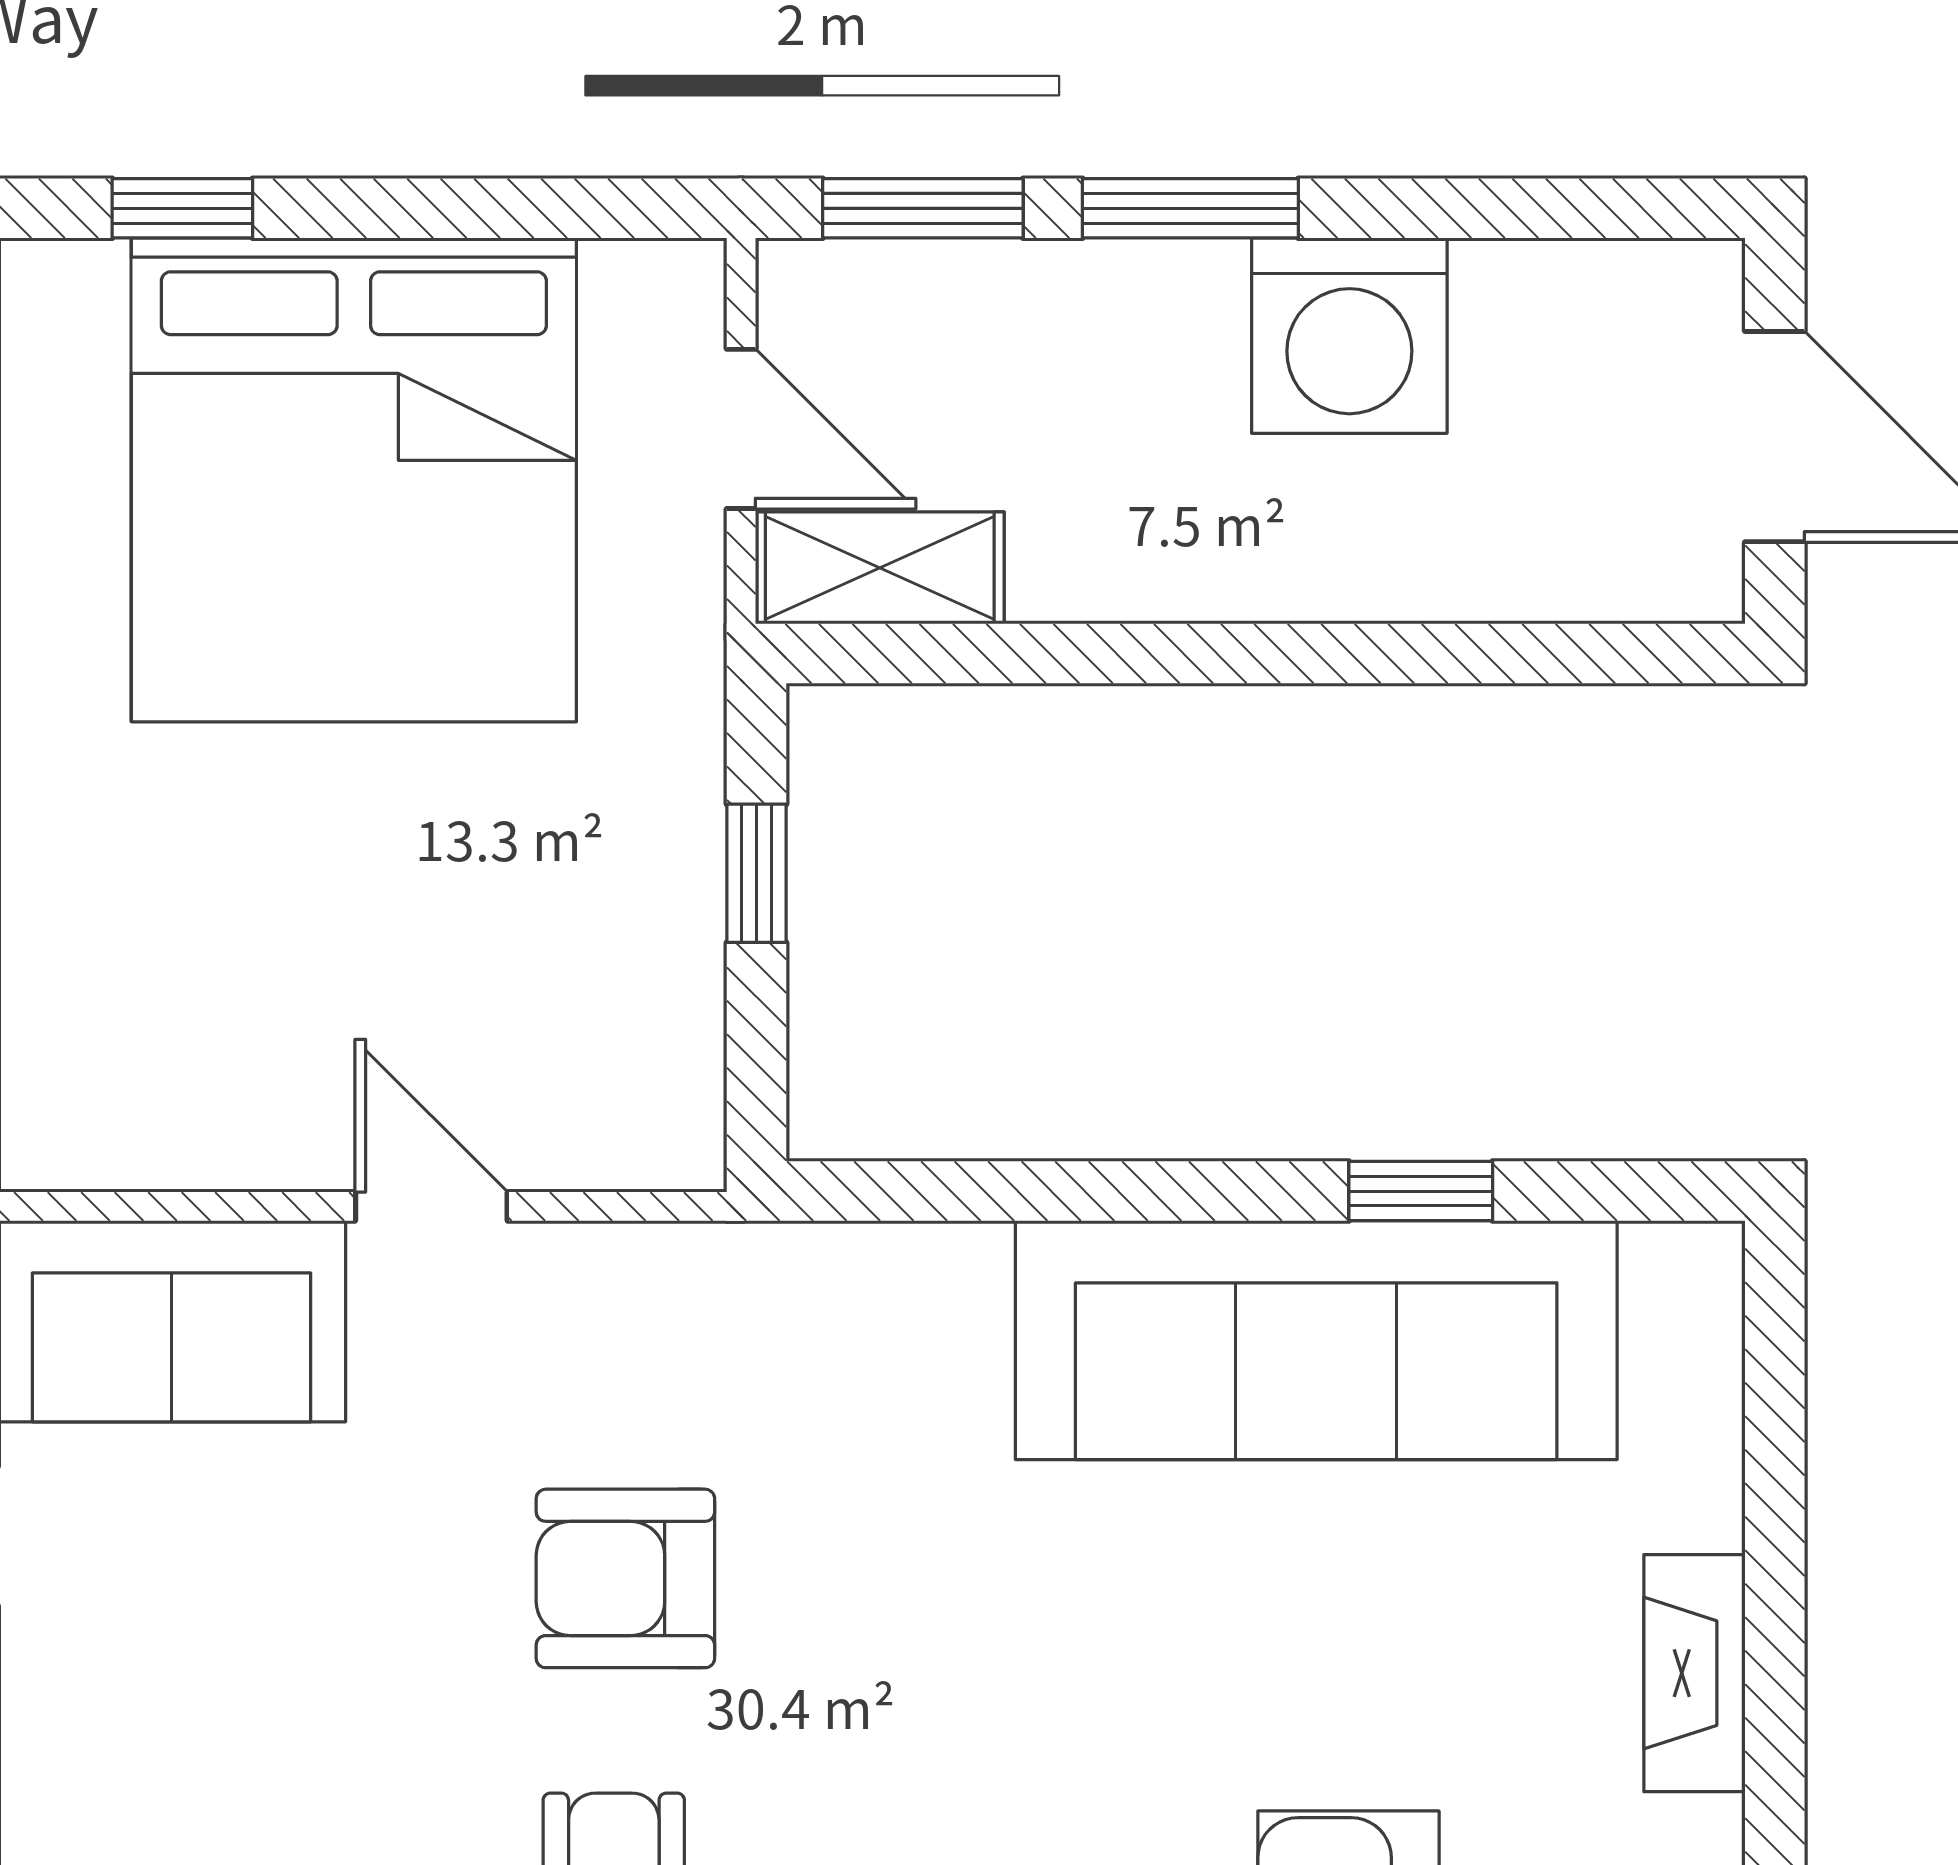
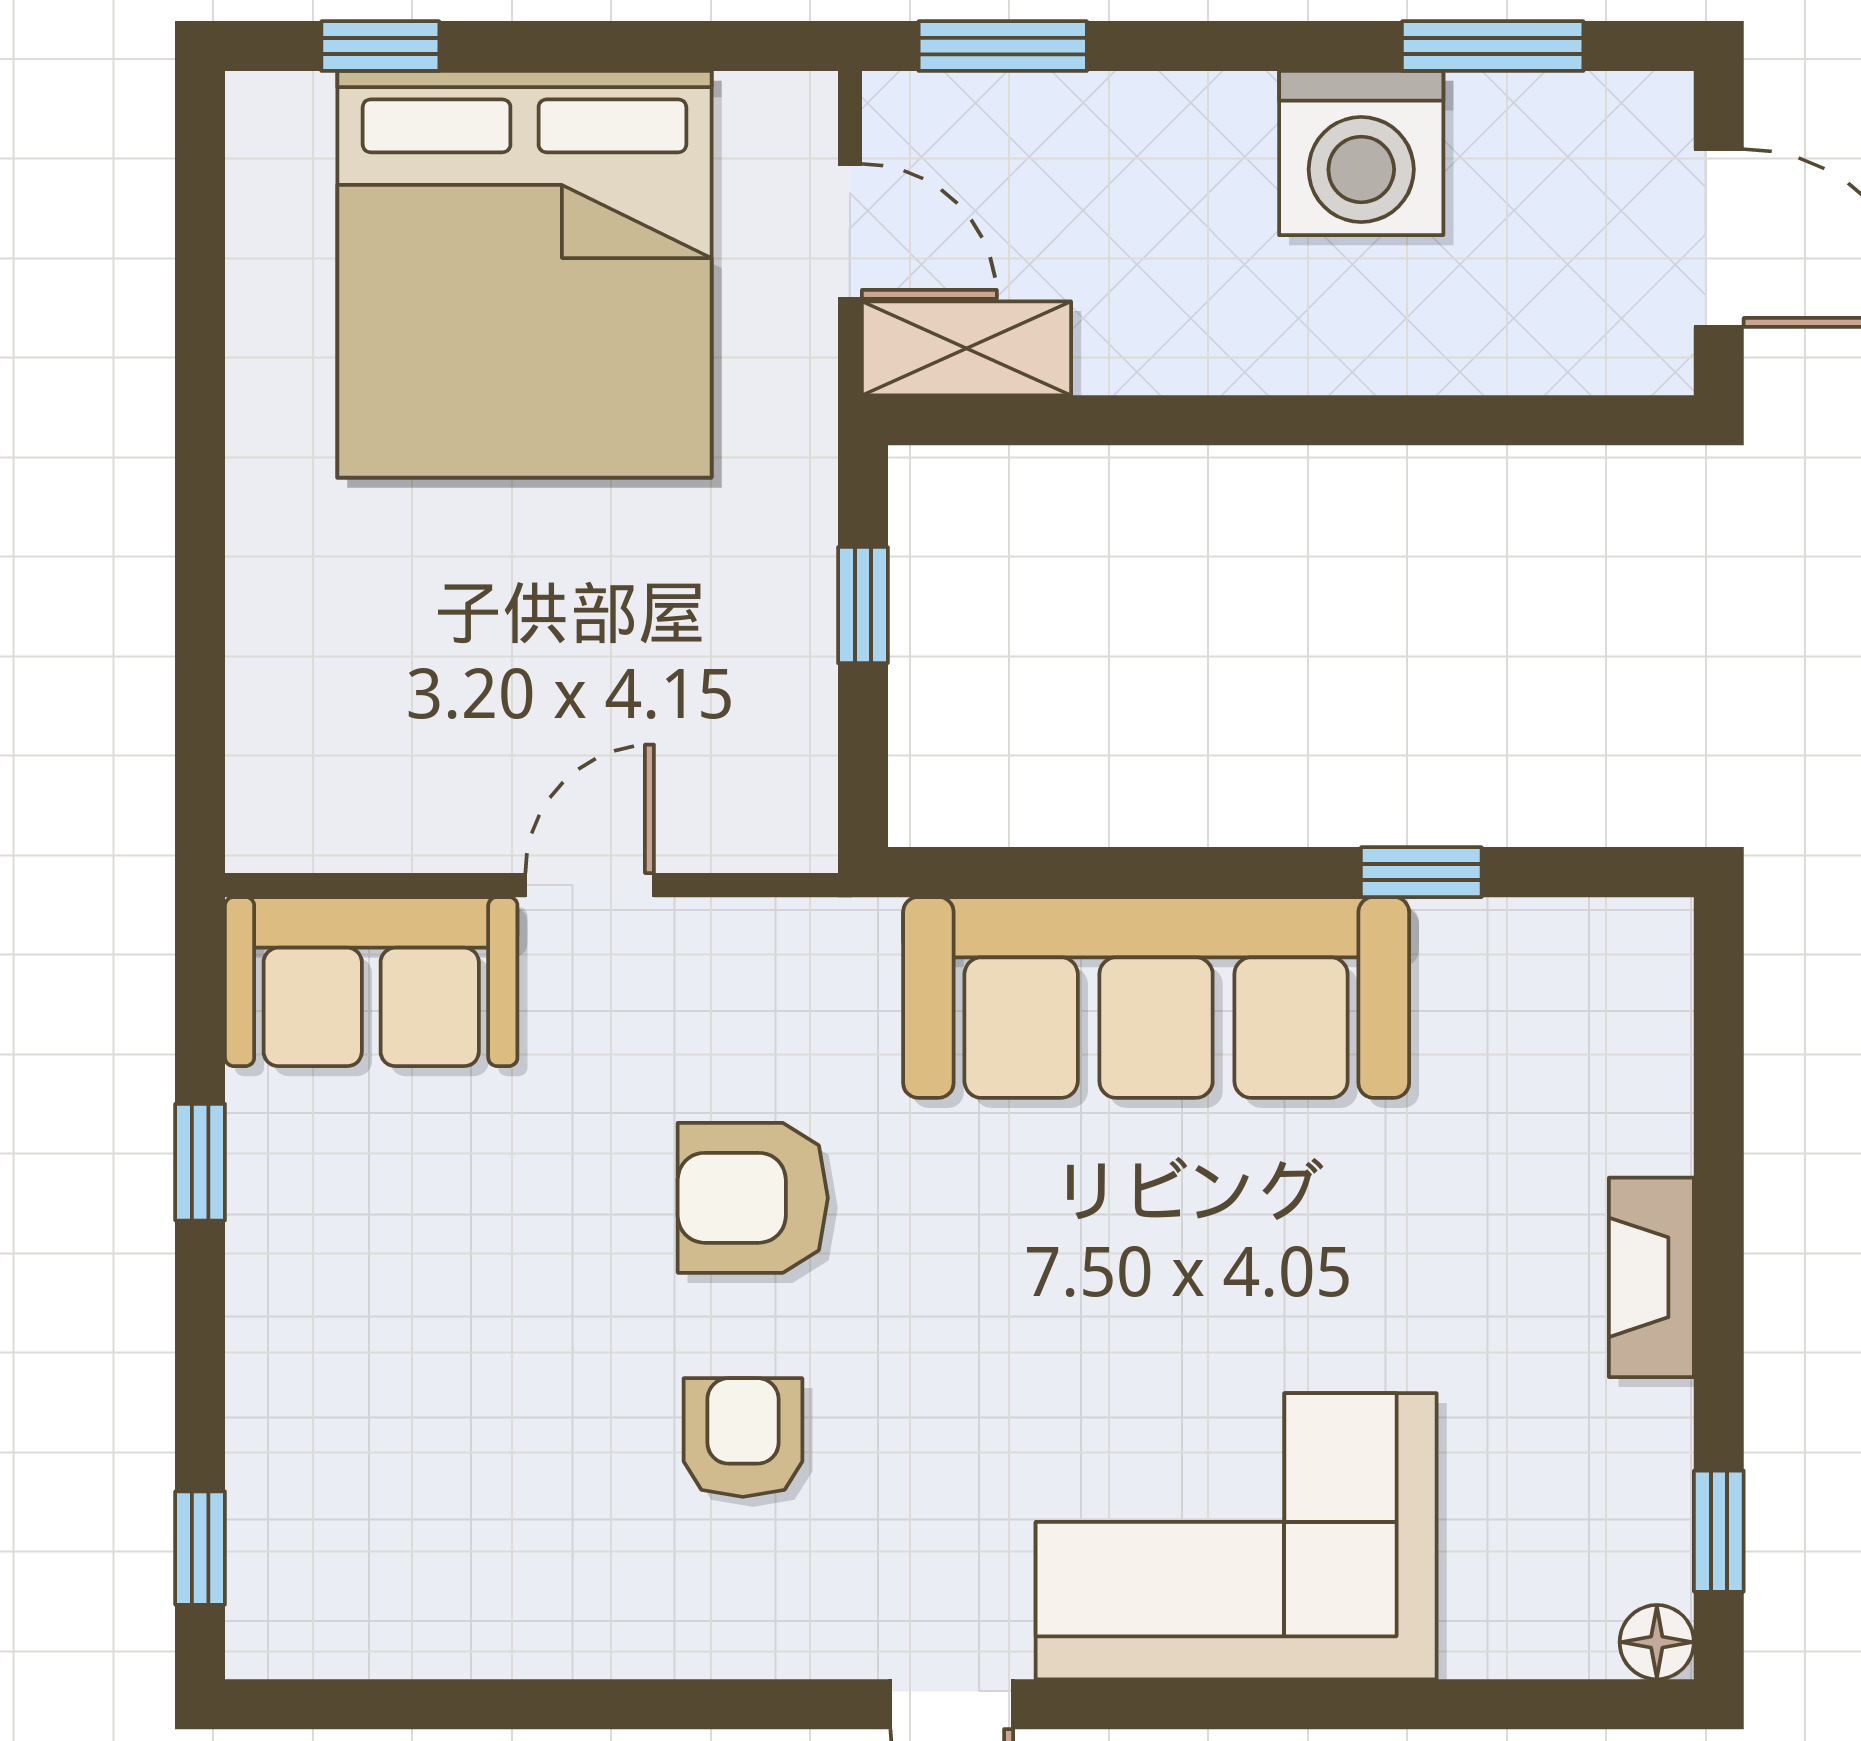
window: (1190, 208) -> (1493, 46), moved
door: (431, 1206) -> (590, 885), hinge flipped
sofa: (1316, 1340) -> (1156, 997), moved

